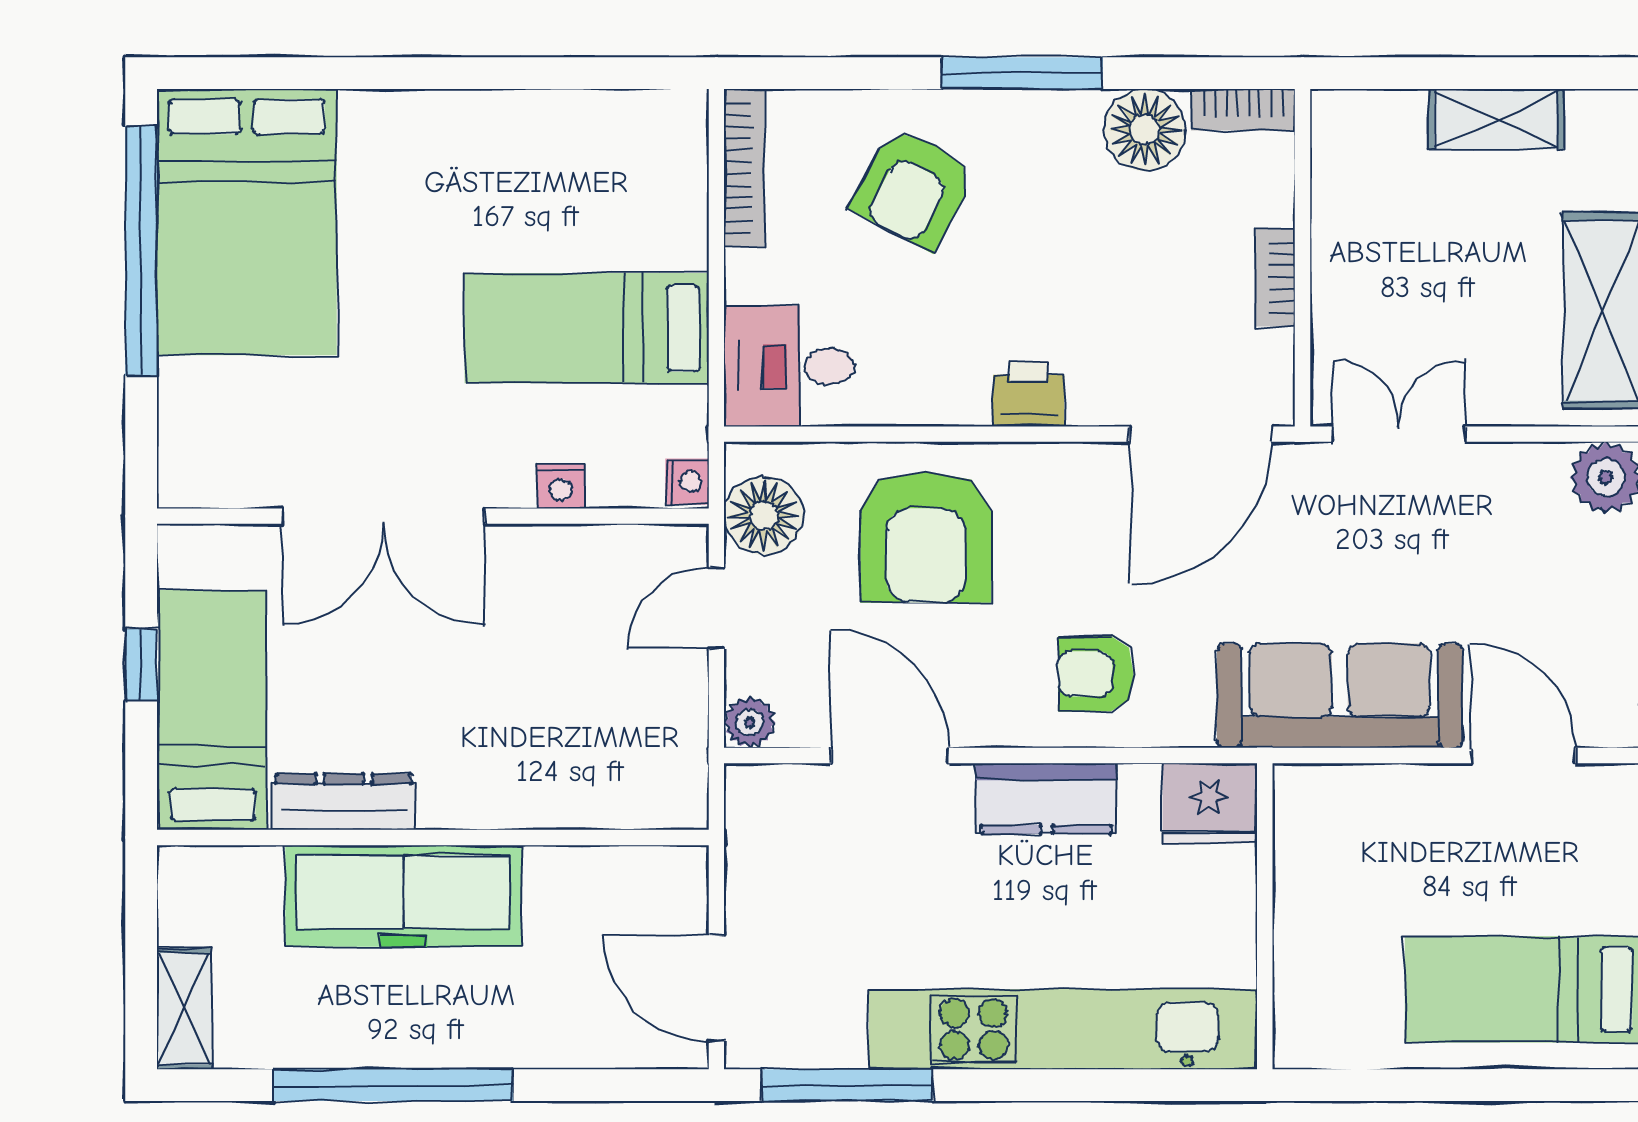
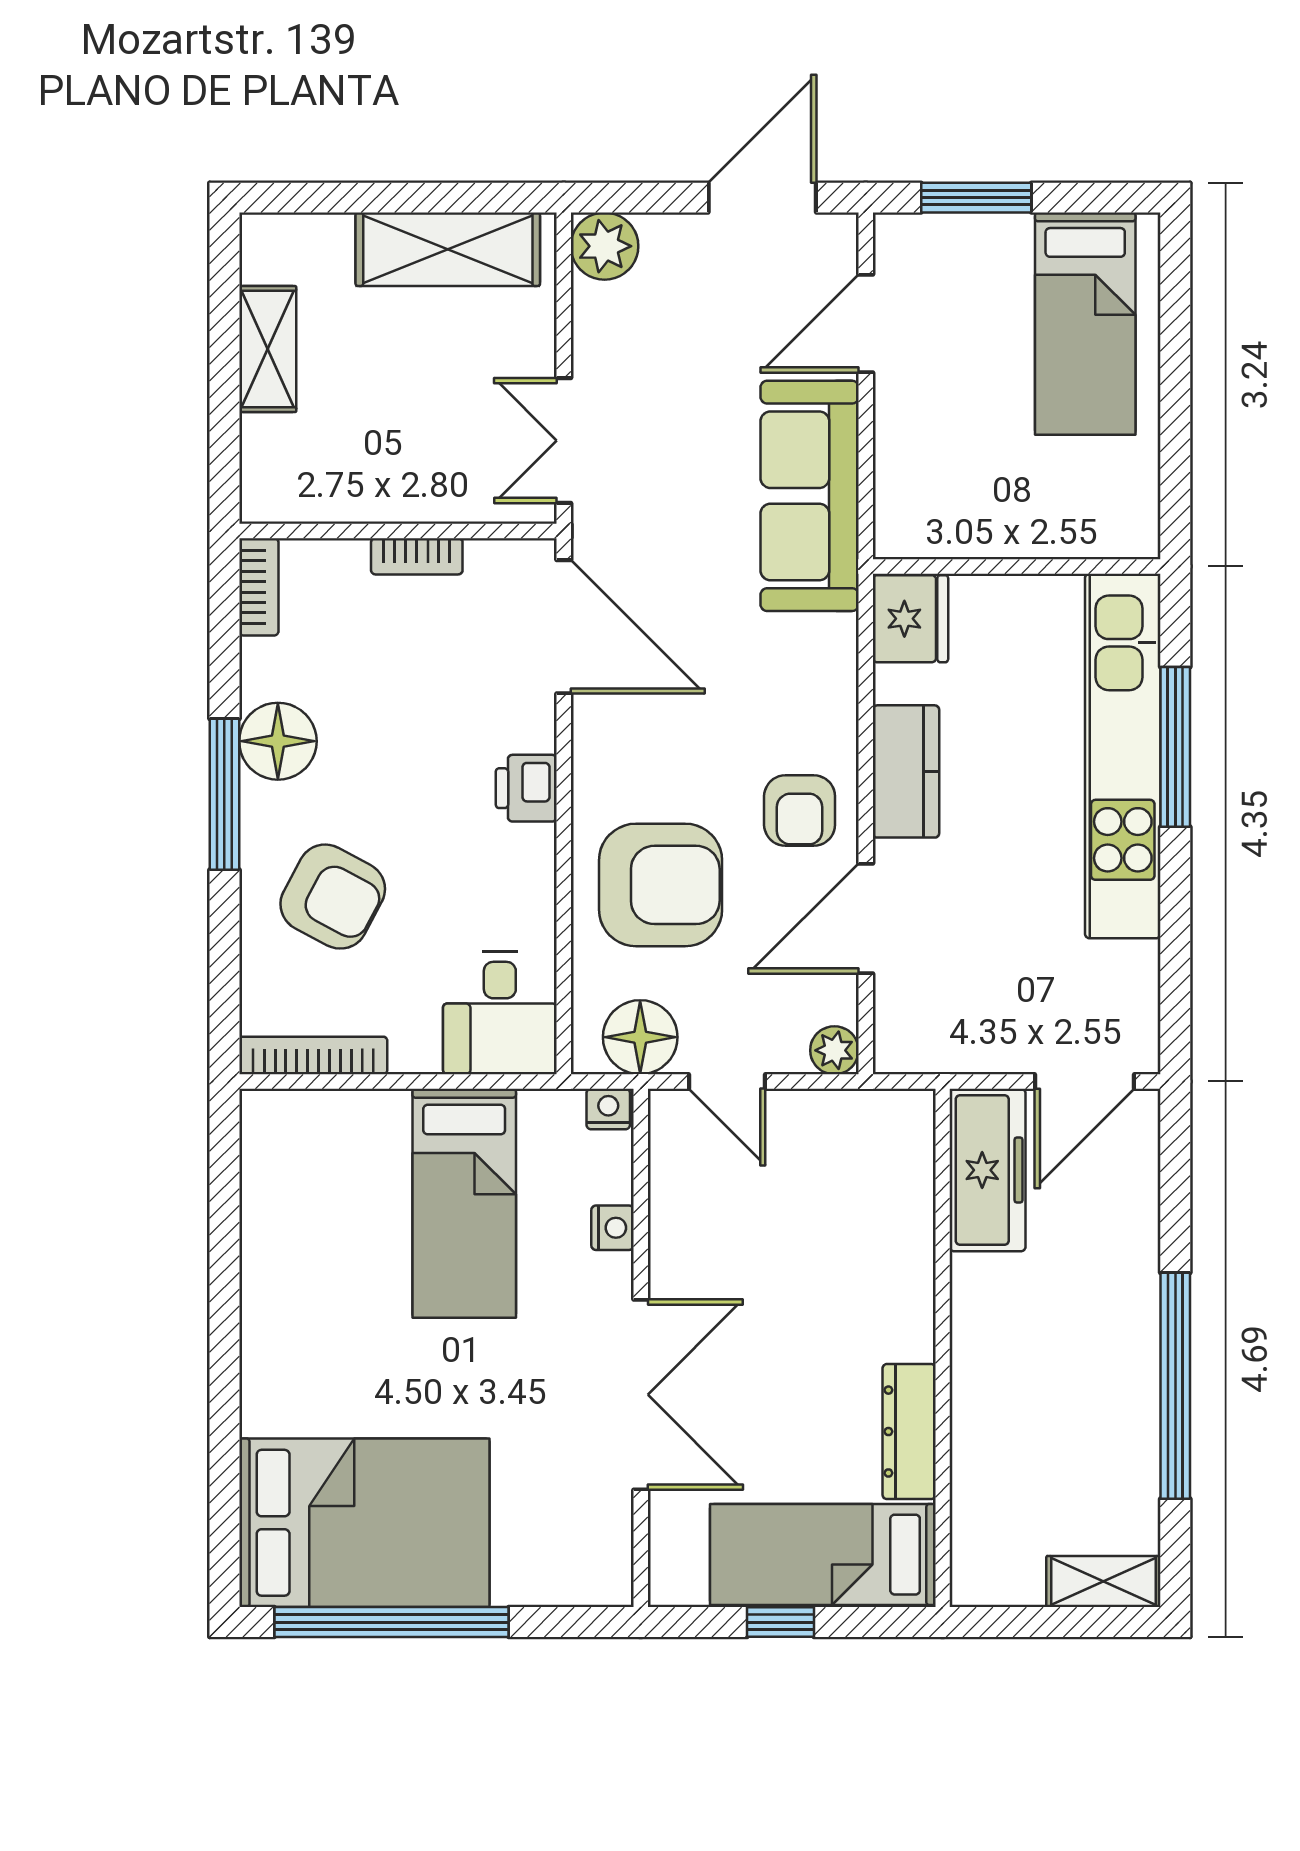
floor lamp: (1145, 130) -> (278, 741), moved
armchair: (1096, 674) -> (800, 811), moved
freezer: (404, 896) -> (988, 1170), moved, width x0.73, depth x0.79
window: (847, 1085) -> (1175, 747), moved

